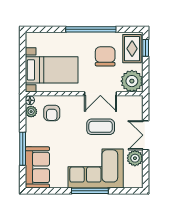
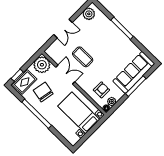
chair: (105, 56) -> (43, 92), turned 101
plant: (135, 158) -> (89, 14), moved
sofa: (37, 167) -> (134, 72), width x1.36
corner sofa: (96, 169) -> (107, 37), removed

